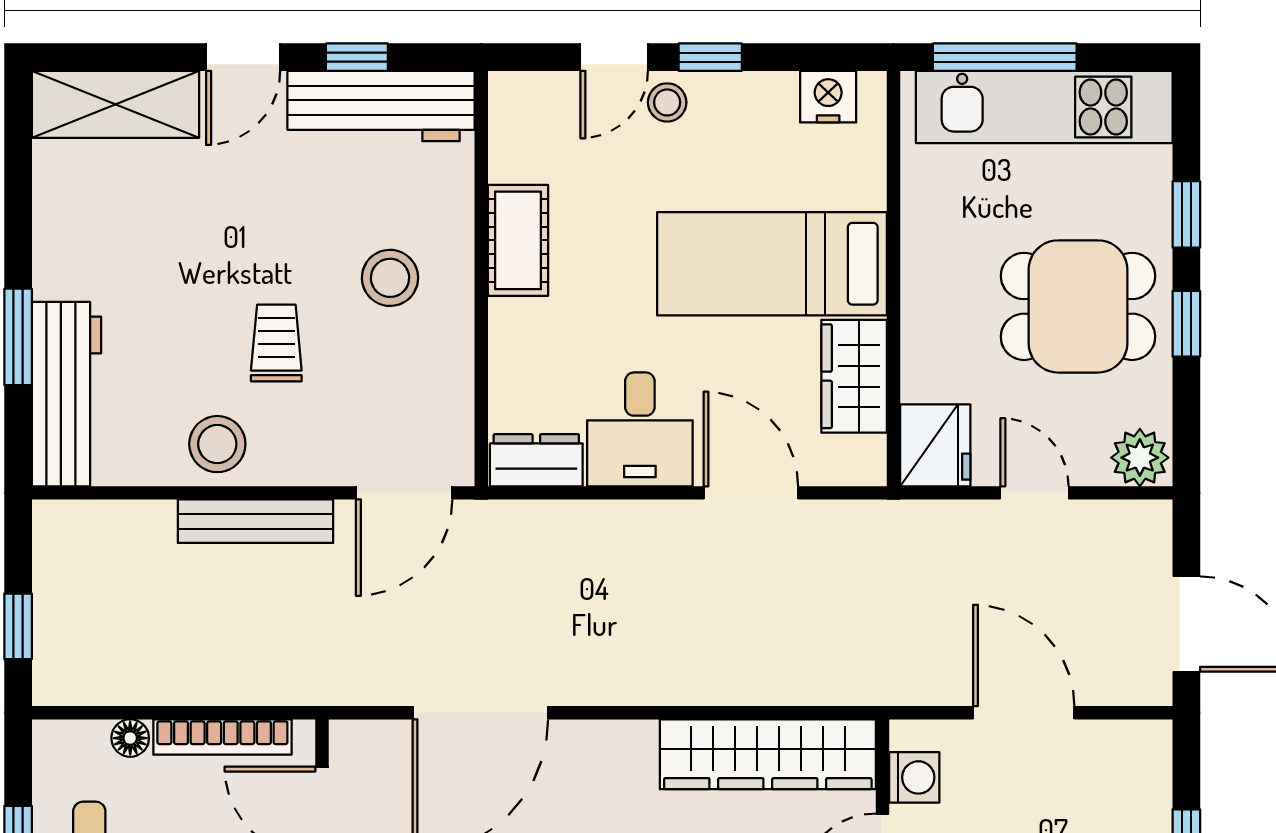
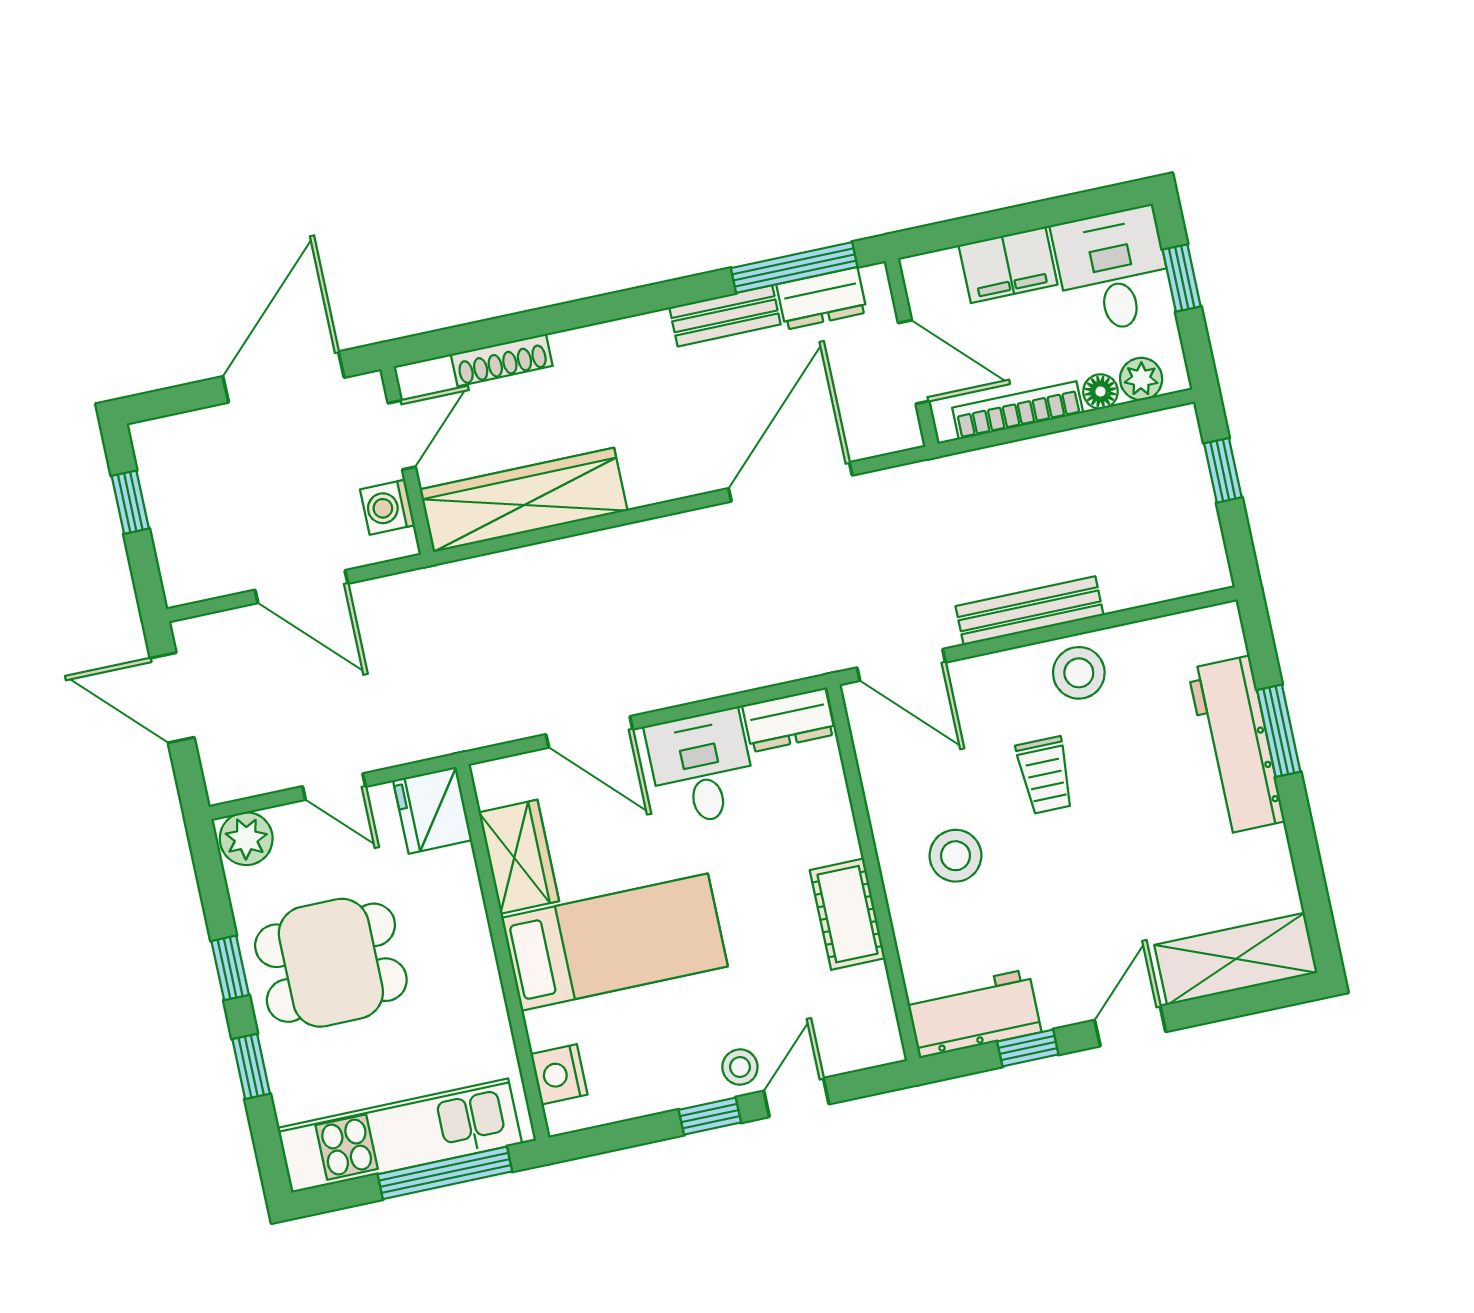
nightstand: (828, 97) -> (559, 1074), moved, turned 90
workbench: (381, 106) -> (974, 1014), width x0.73
workbench: (66, 394) -> (1236, 745), moved
door: (404, 493) -> (901, 665), swing flipped
plant: (84, 742) -> (1141, 379), added

